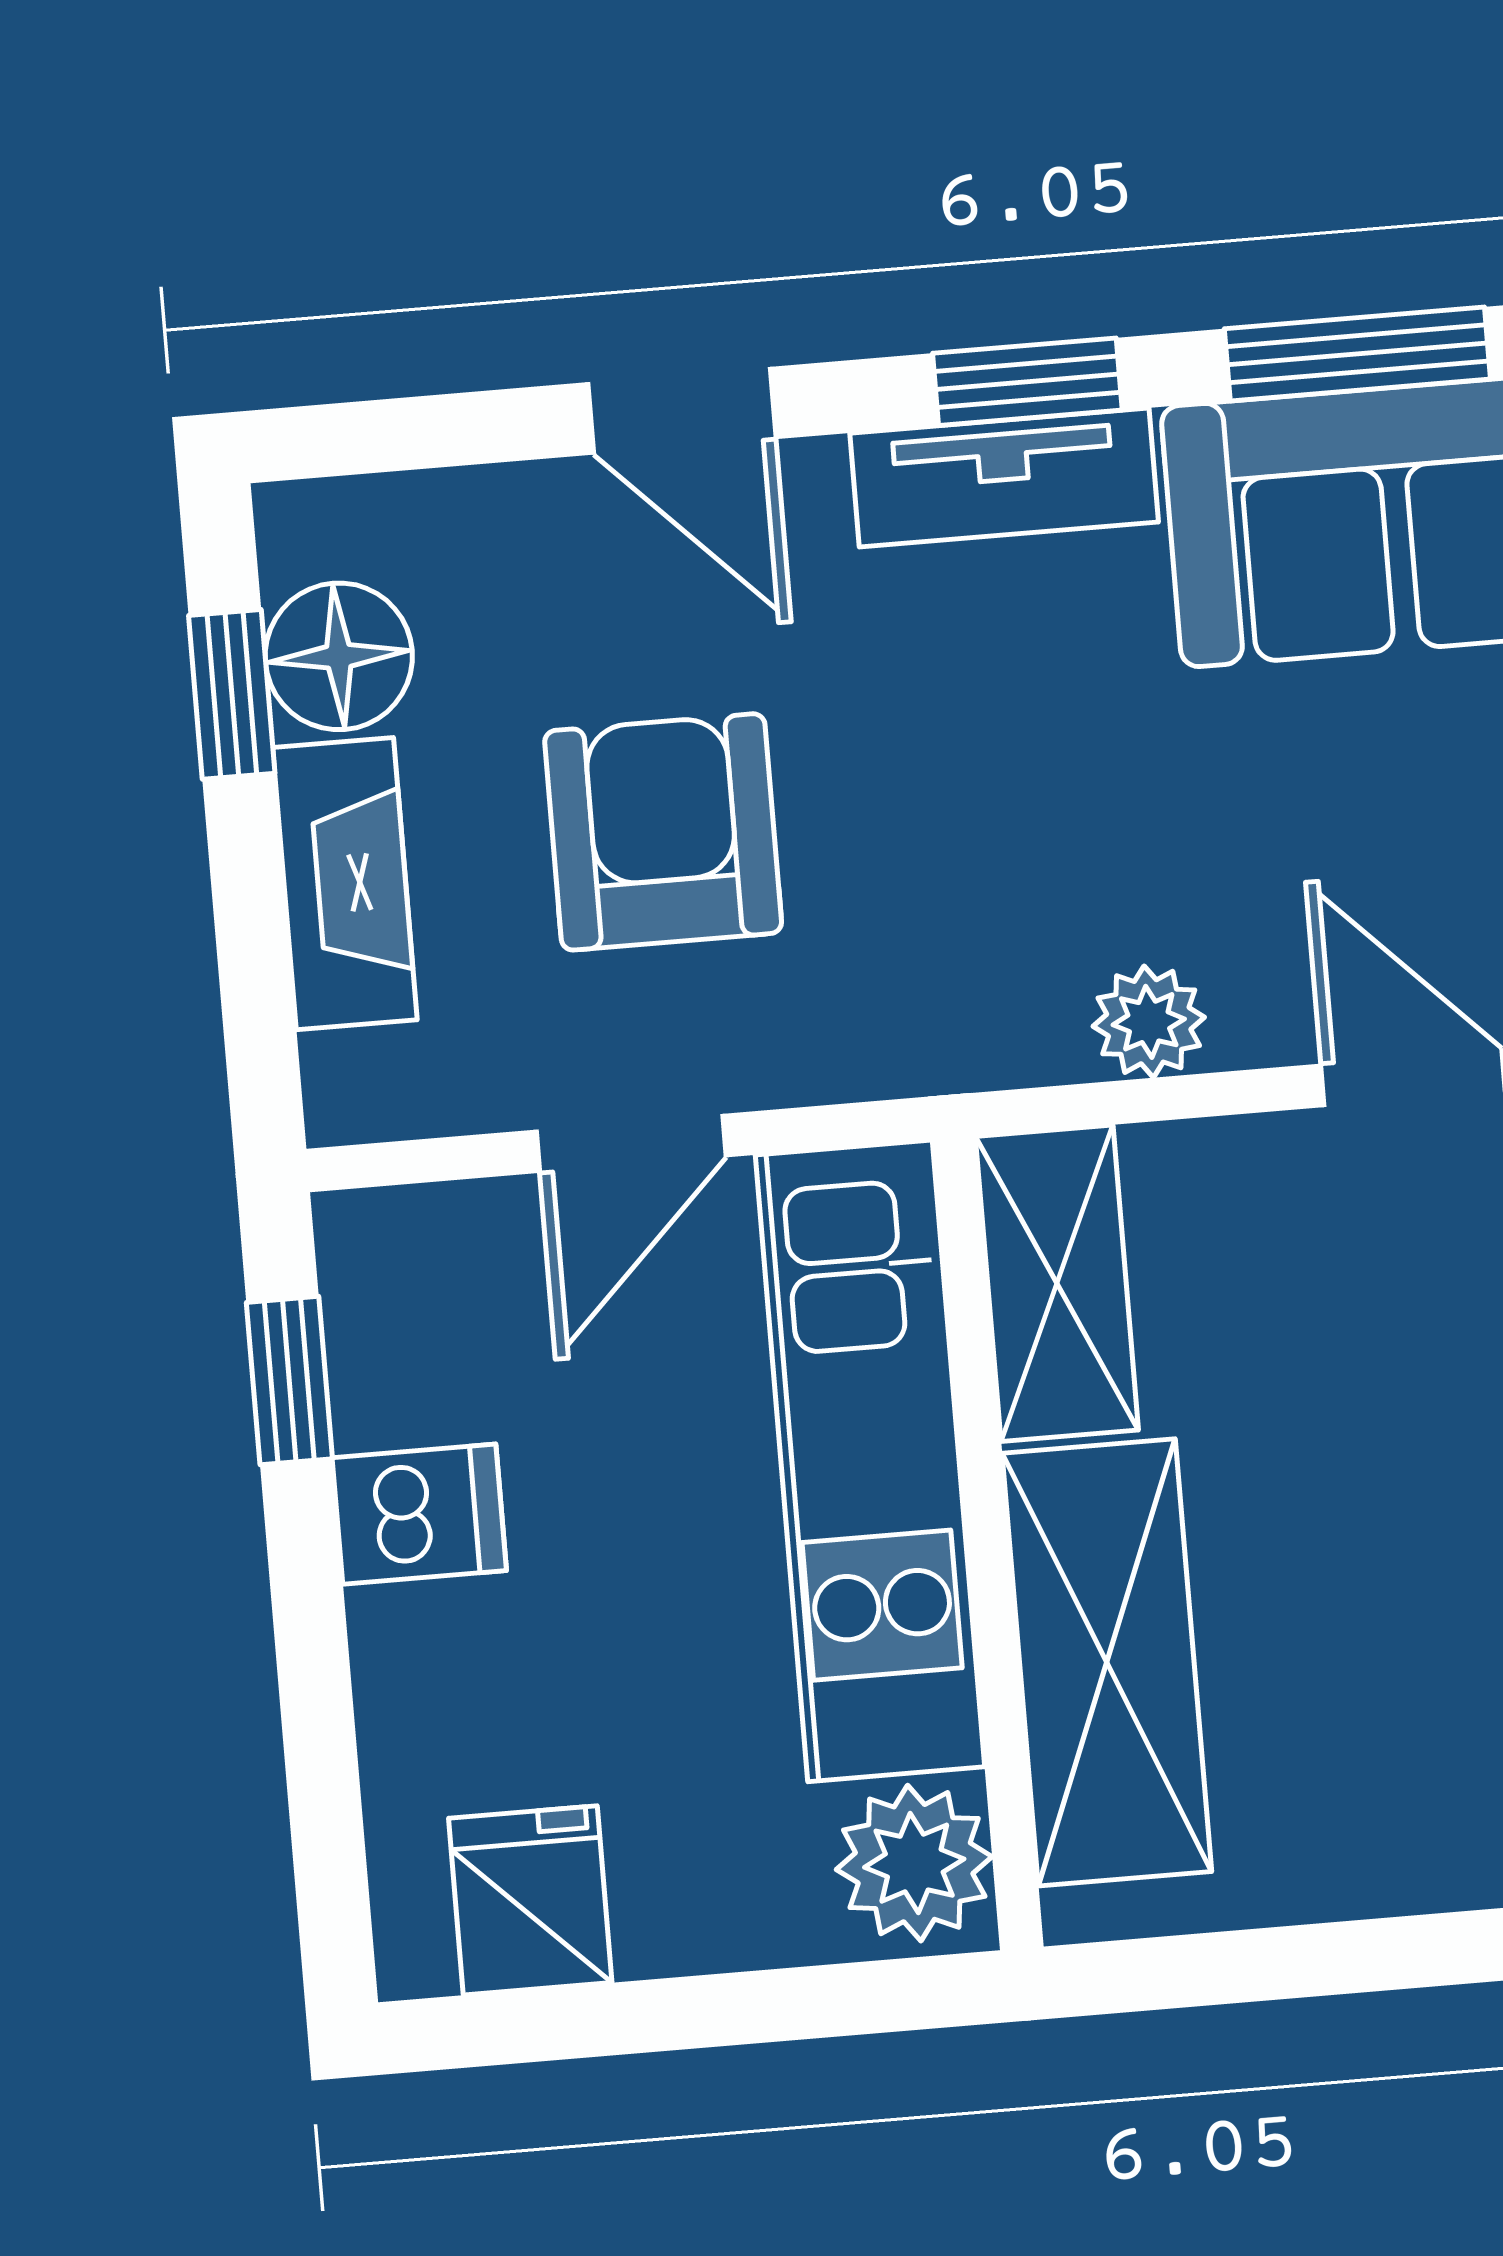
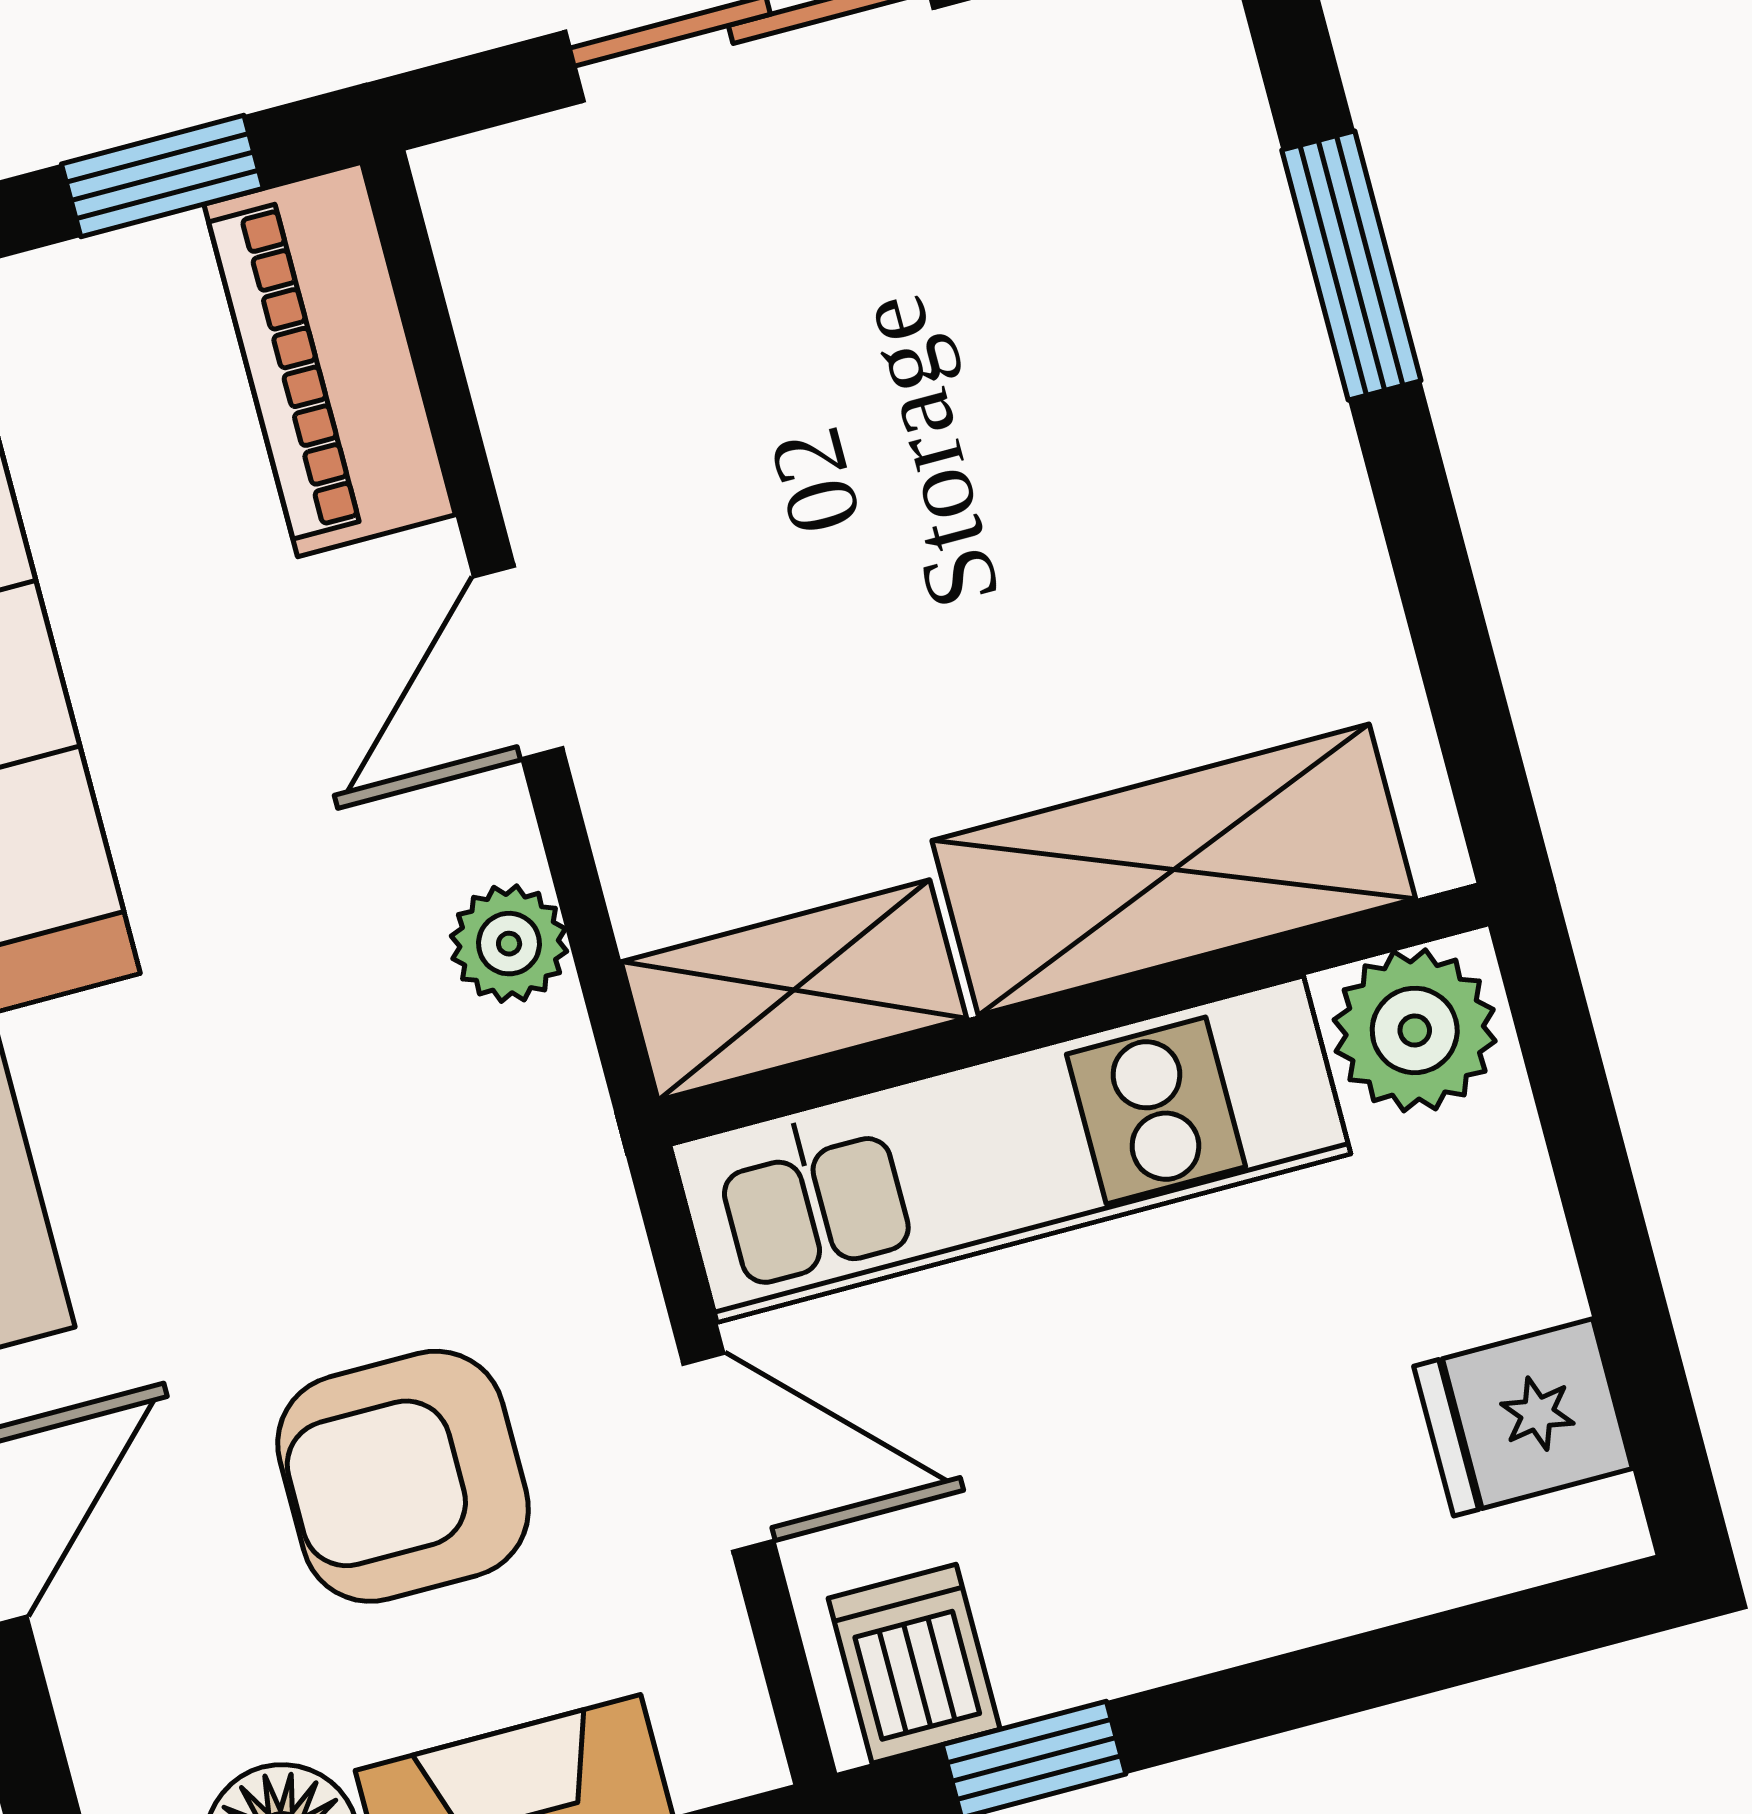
dishwasher: (419, 1514) -> (914, 1664), moved

